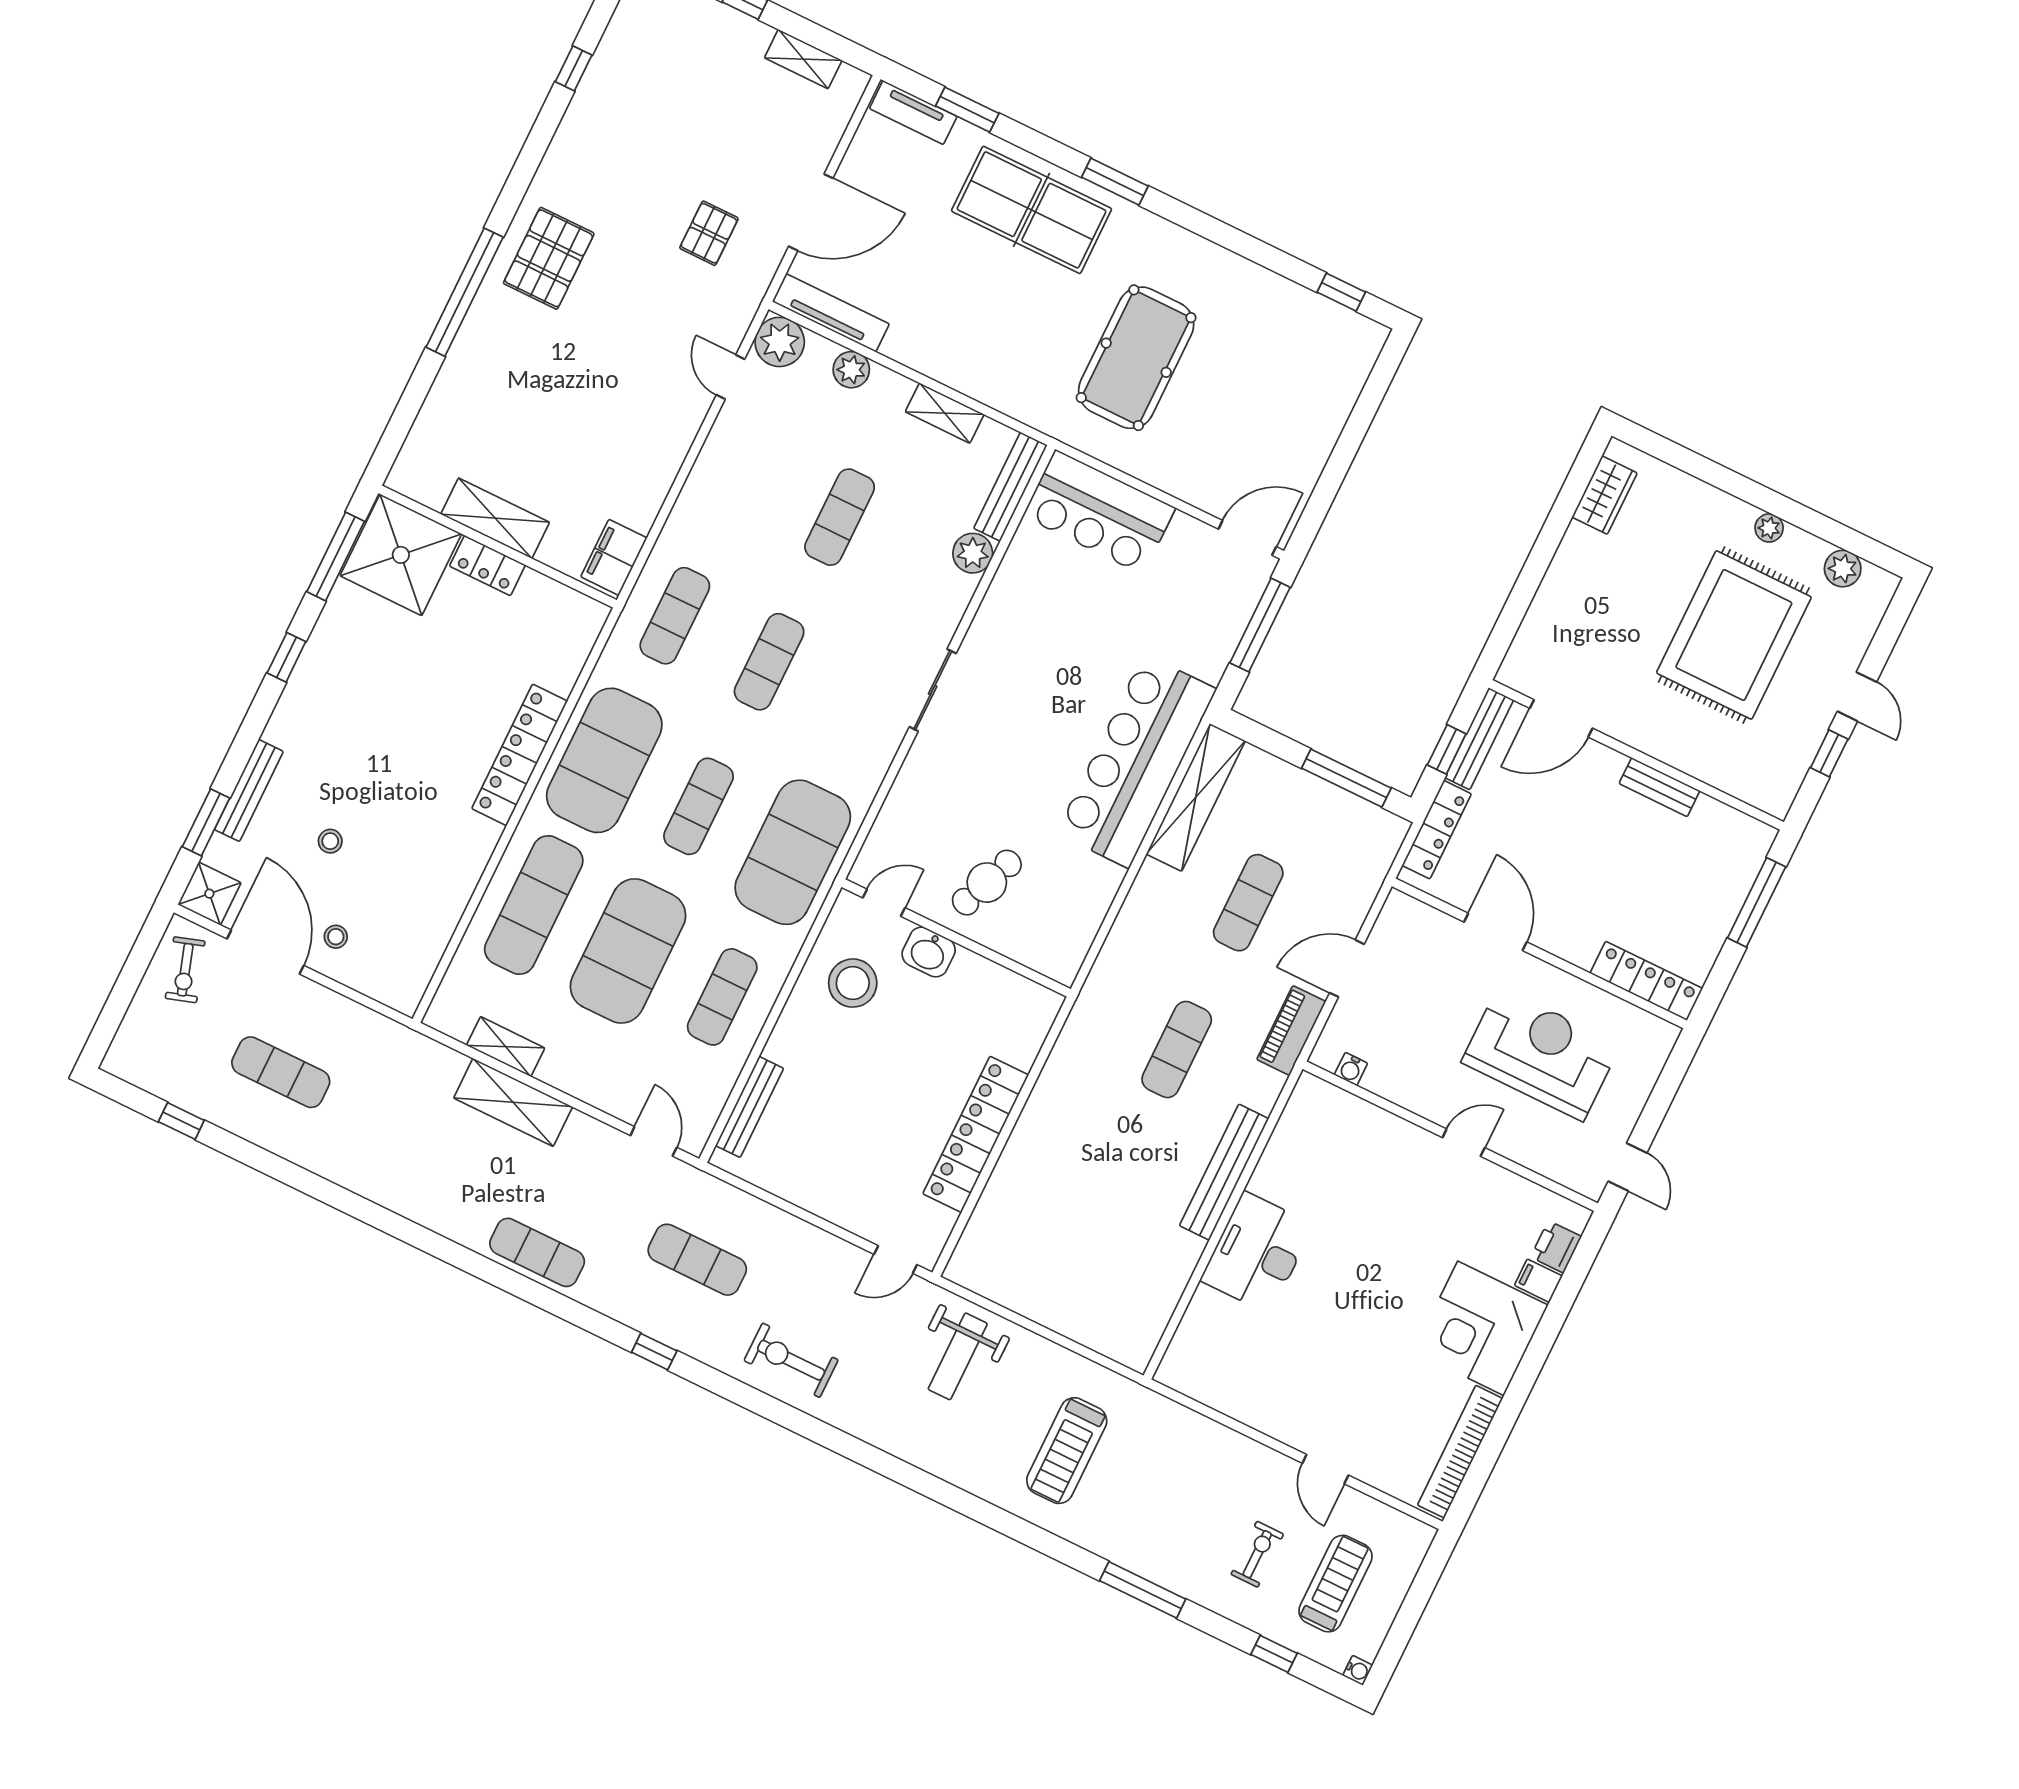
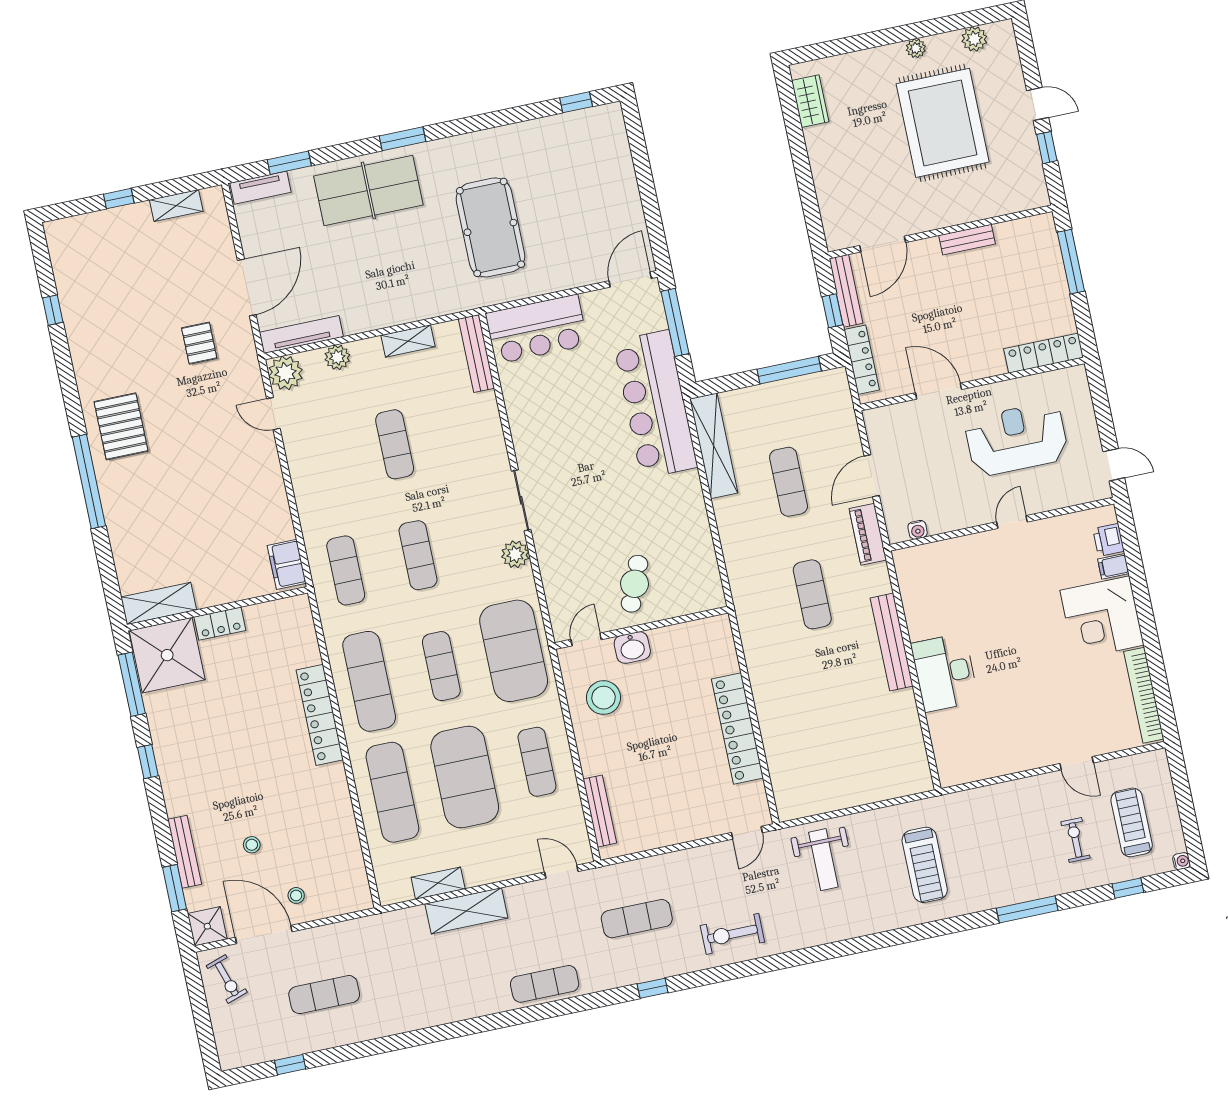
shelving: (495, 518) -> (159, 603), moved
plant: (973, 553) -> (515, 554), moved
exercise mat: (604, 760) -> (369, 681), width x0.68
bar counter: (1136, 761) -> (655, 404), moved

